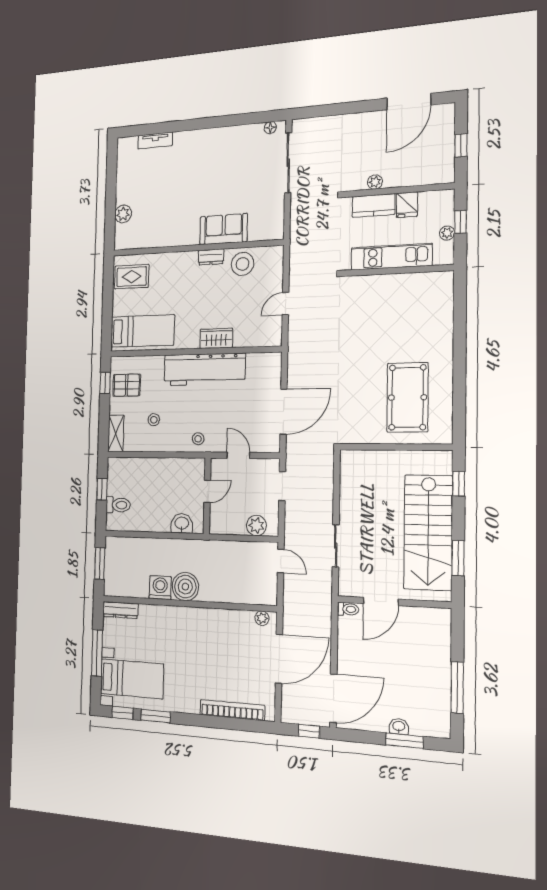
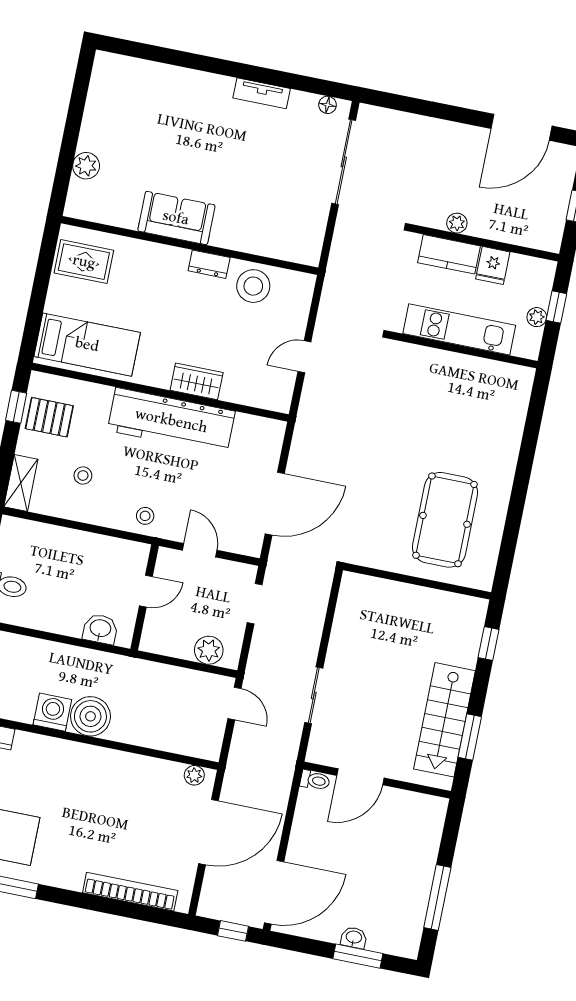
tv unit: (155, 141) -> (262, 93), moved
sofa: (224, 229) -> (176, 218), moved
stairs: (428, 532) -> (444, 720), width x0.73, depth x0.66

